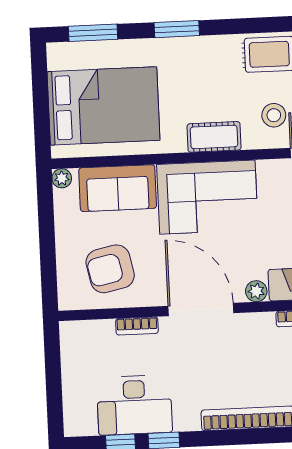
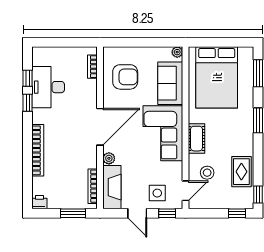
armchair: (110, 269) -> (125, 77), turned 102
bookcase: (137, 326) -> (92, 67), moved

